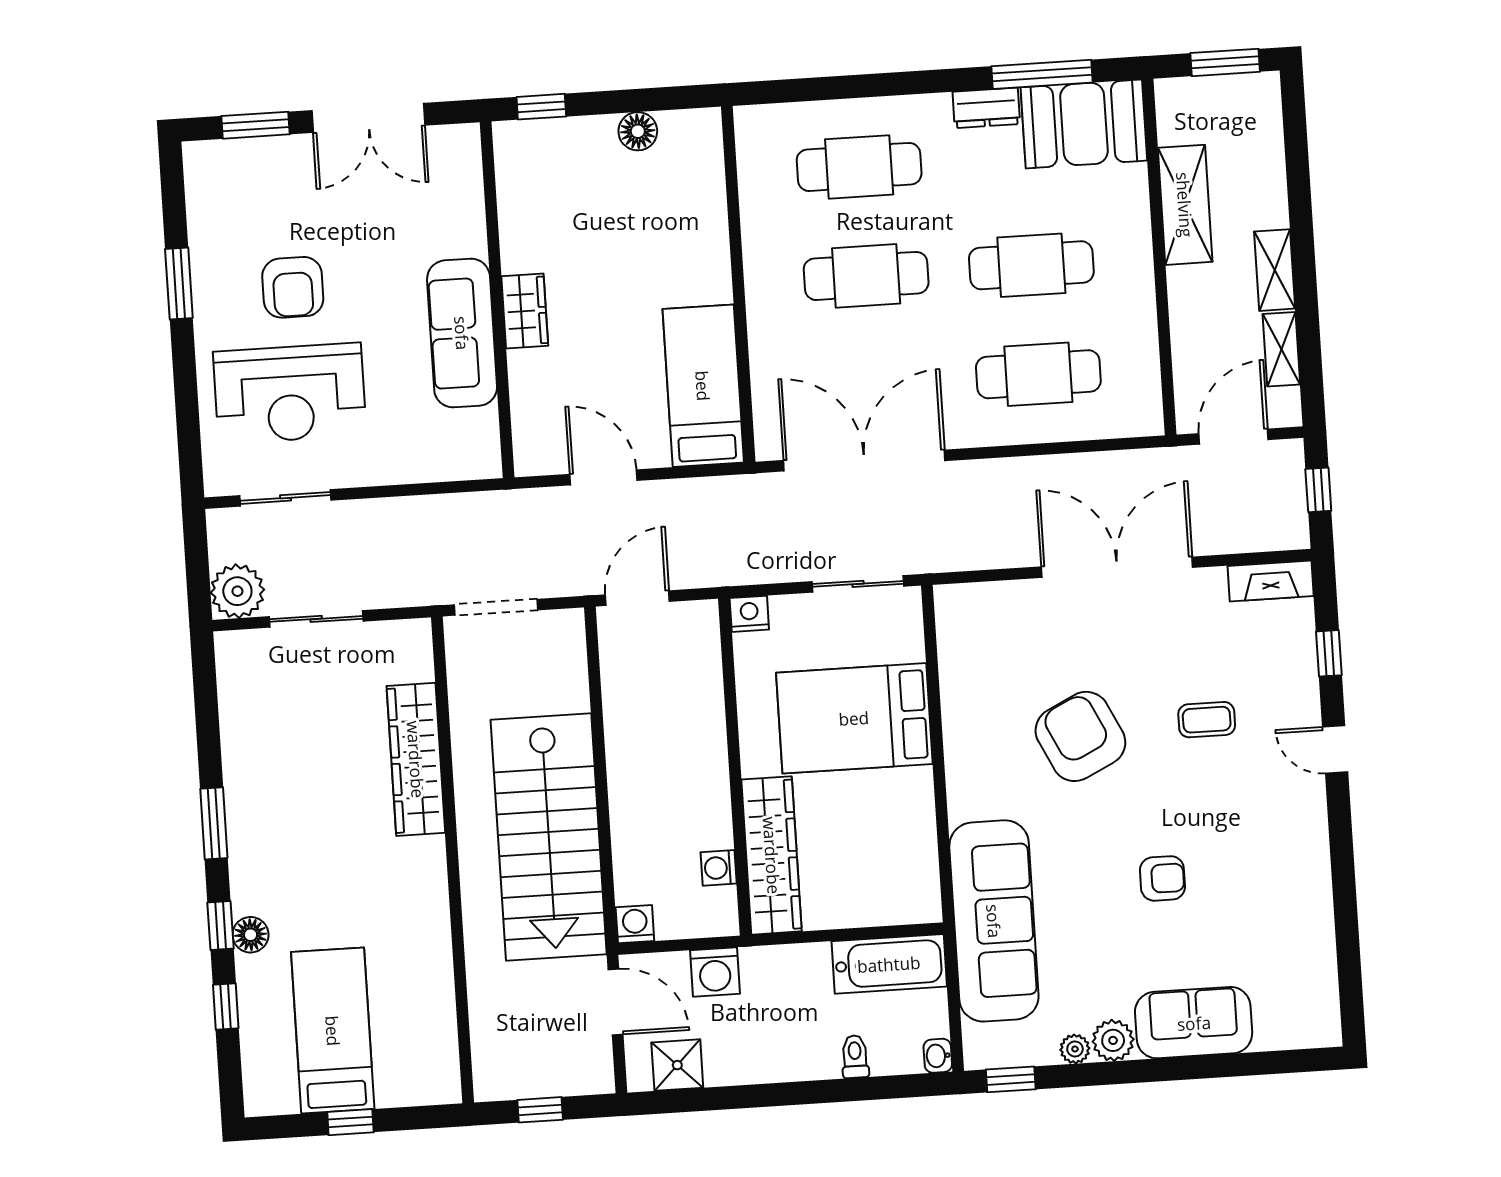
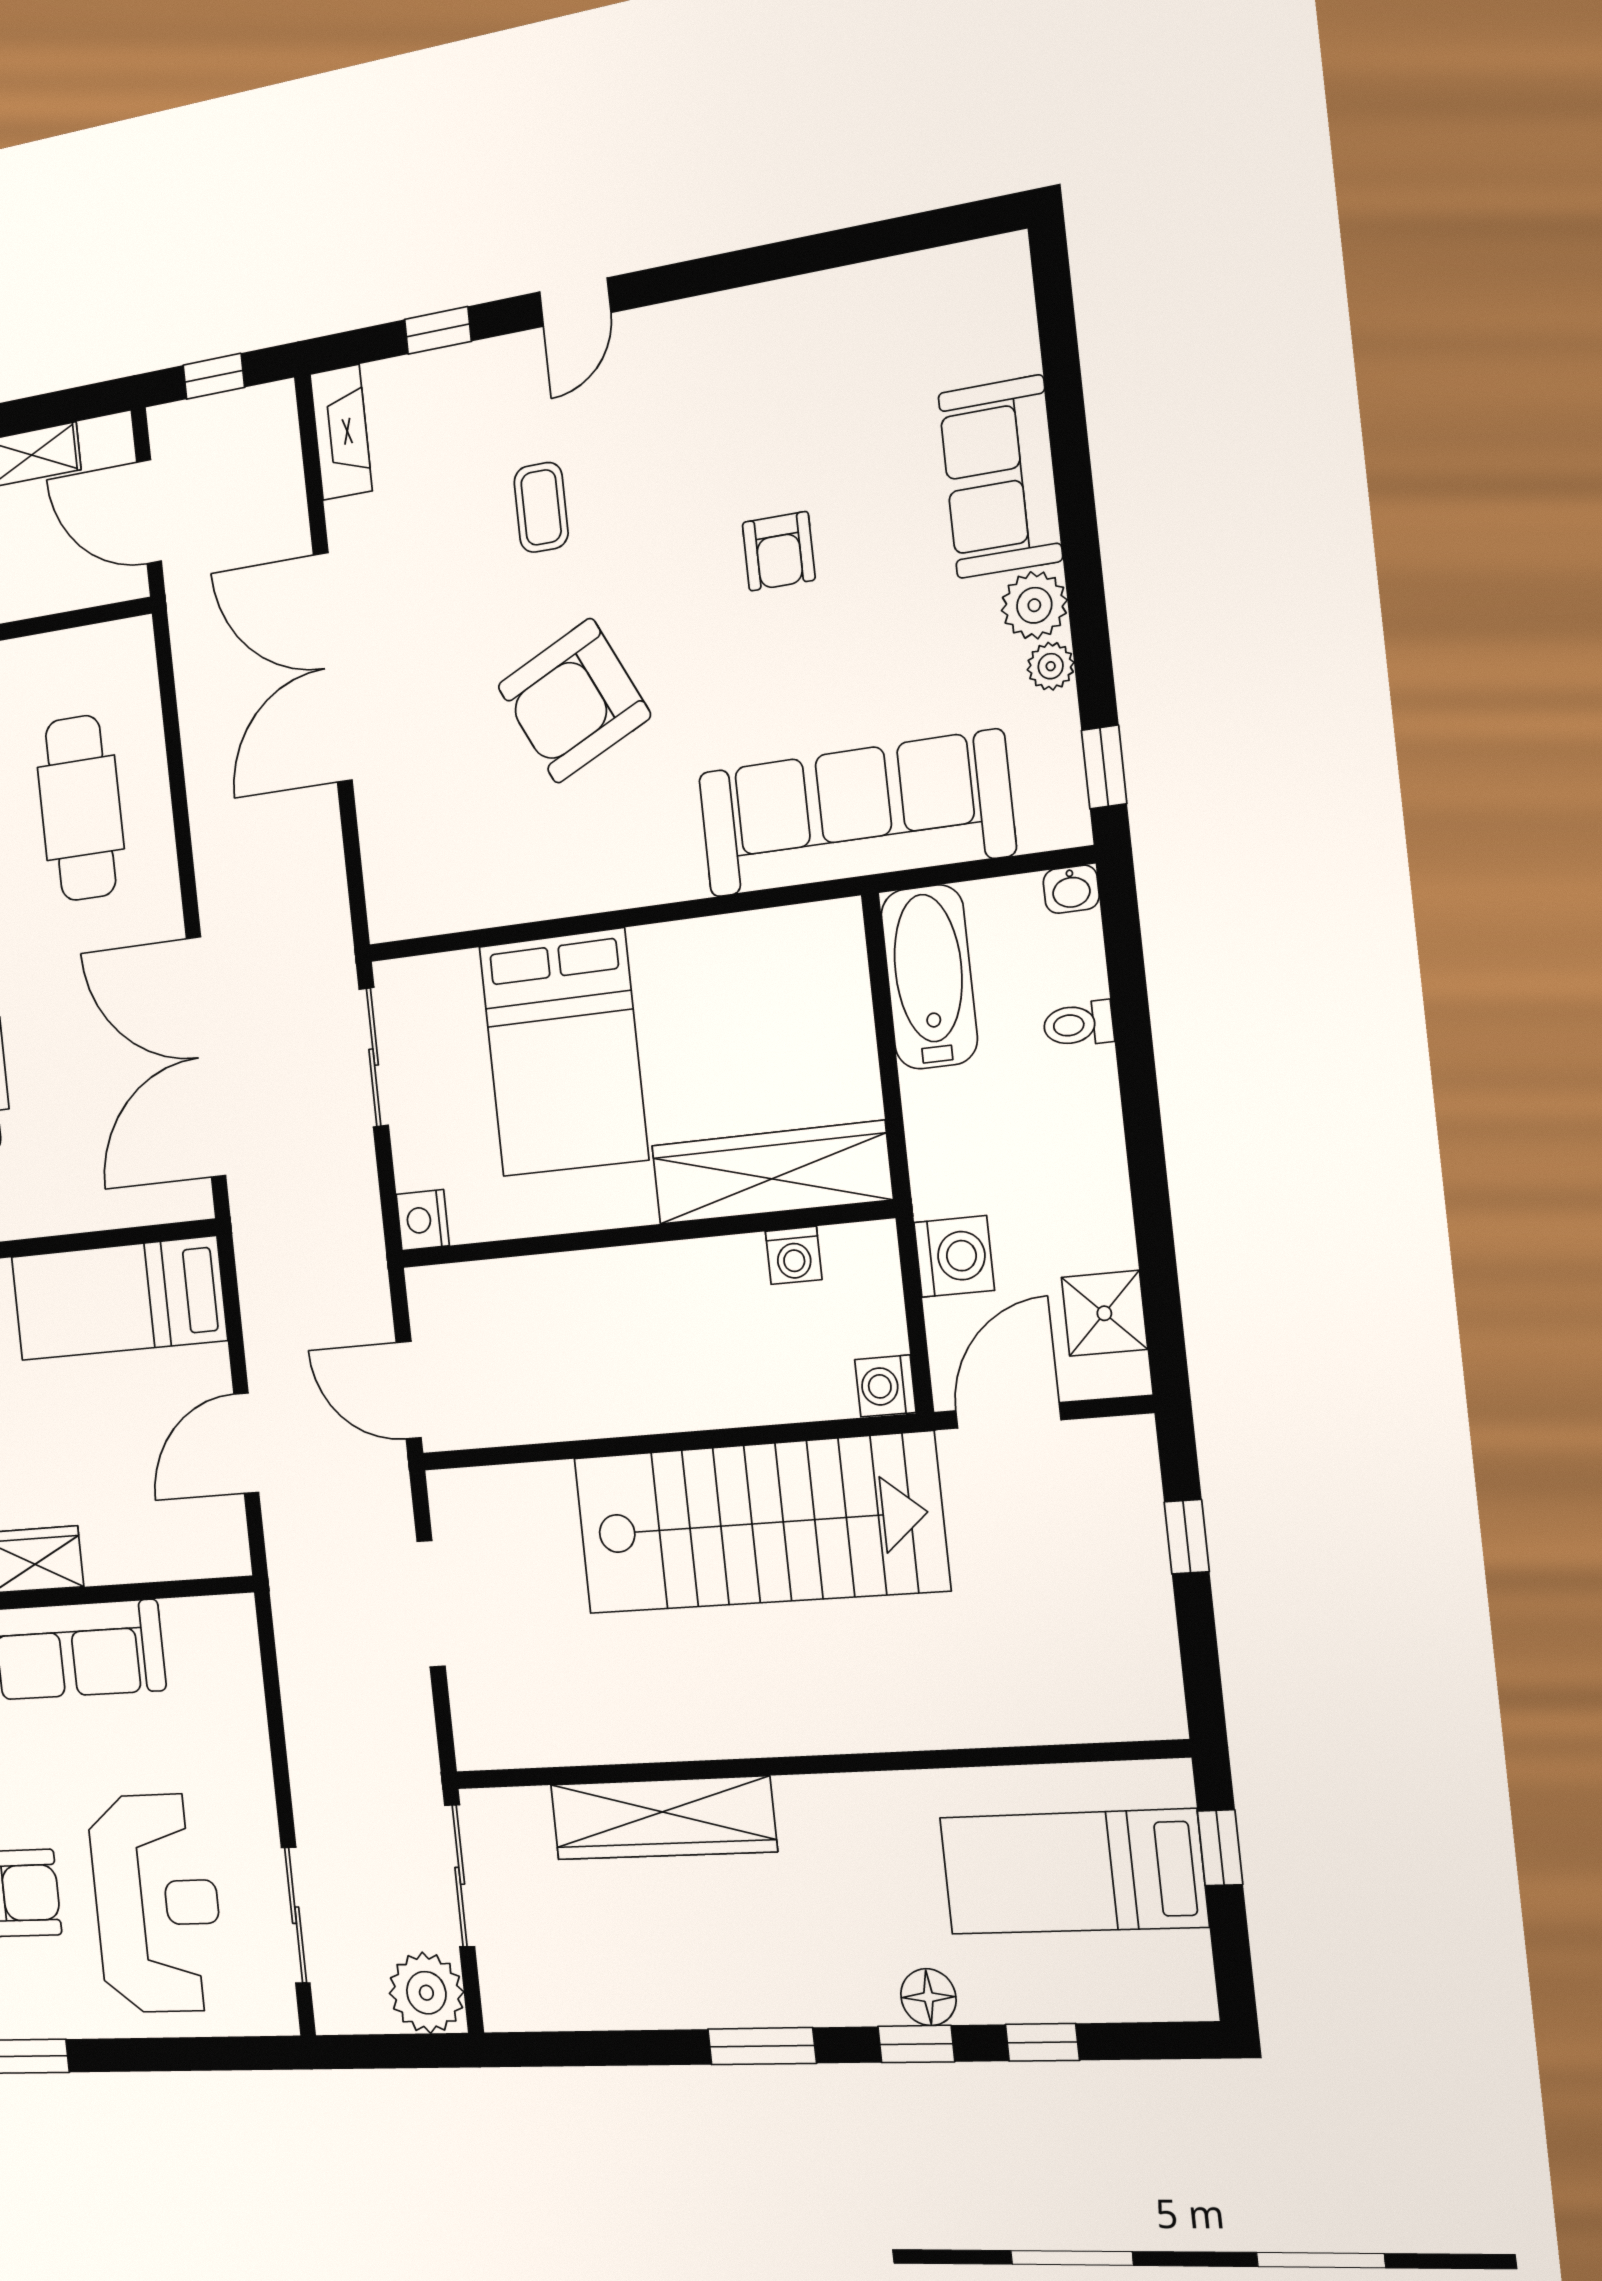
wardrobe: (416, 759) -> (663, 1818), moved
wall: (453, 860) -> (810, 1765), moved
armchair: (1162, 878) -> (779, 551), turned 180

